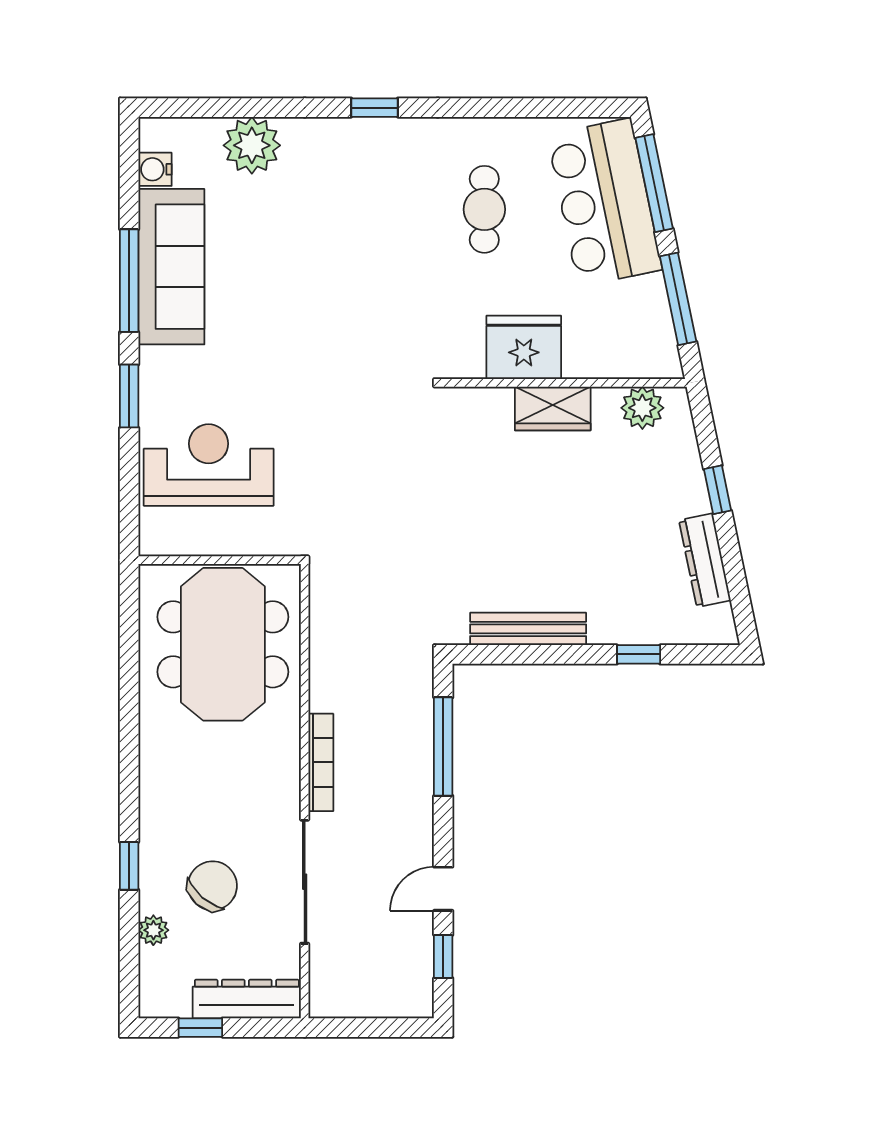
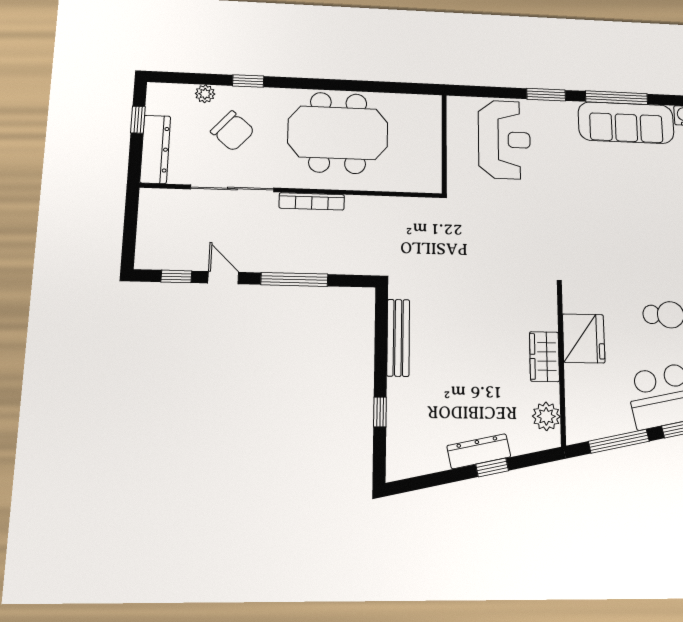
dresser: (705, 560) -> (479, 451), moved
meeting table: (223, 644) -> (338, 133), moved
window: (443, 747) -> (294, 279), moved

